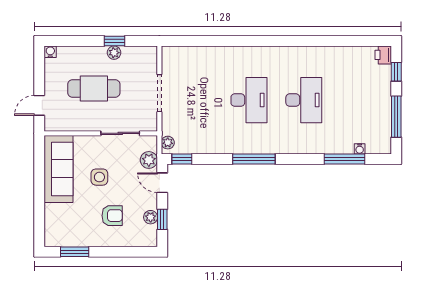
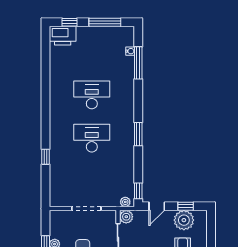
window: (225, 41) -> (45, 157), added
printer: (383, 55) -> (63, 36), width x1.87, depth x1.48
window: (254, 159) -> (138, 134), width x0.69
plant: (149, 160) -> (126, 217), moved
plant: (151, 217) -> (184, 220), width x1.88, depth x1.88

